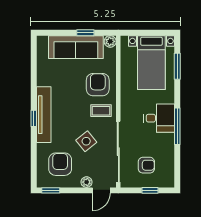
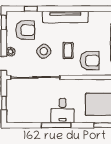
coffee table: (101, 111) -> (68, 50), moved
window: (34, 118) -> (31, 9), moved
armchair: (146, 165) -> (24, 100), removed

